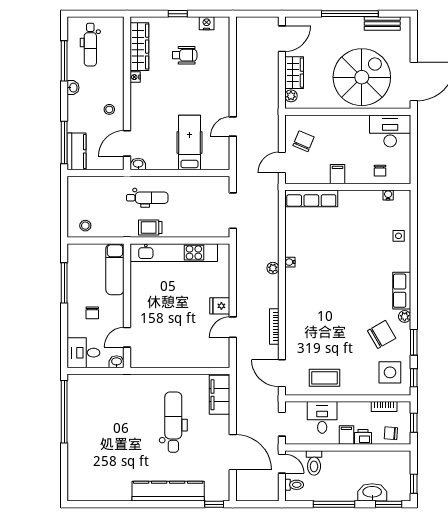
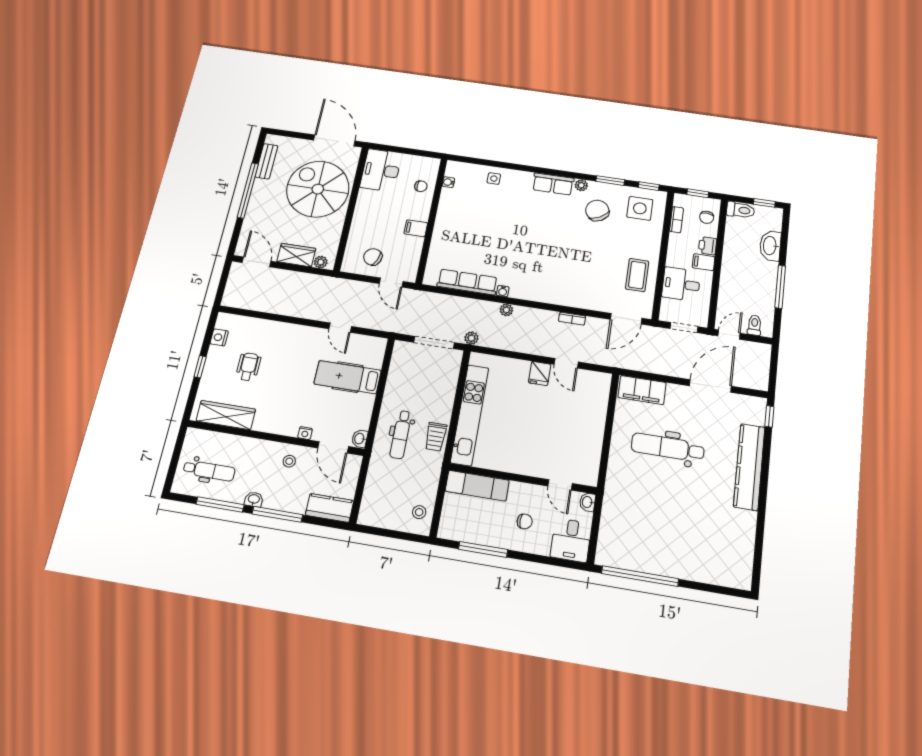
nightstand: (135, 77) -> (305, 433), moved
window: (64, 143) -> (277, 514), moved
dental chair: (147, 198) -> (401, 435), turned 180
row of seats: (311, 198) -> (467, 282), moved, turned -90
plant: (242, 242) -> (471, 338), added
bookcase: (274, 326) -> (572, 319), width x0.64
toilet: (314, 463) -> (741, 210), moved
window: (389, 504) -> (785, 231), removed

